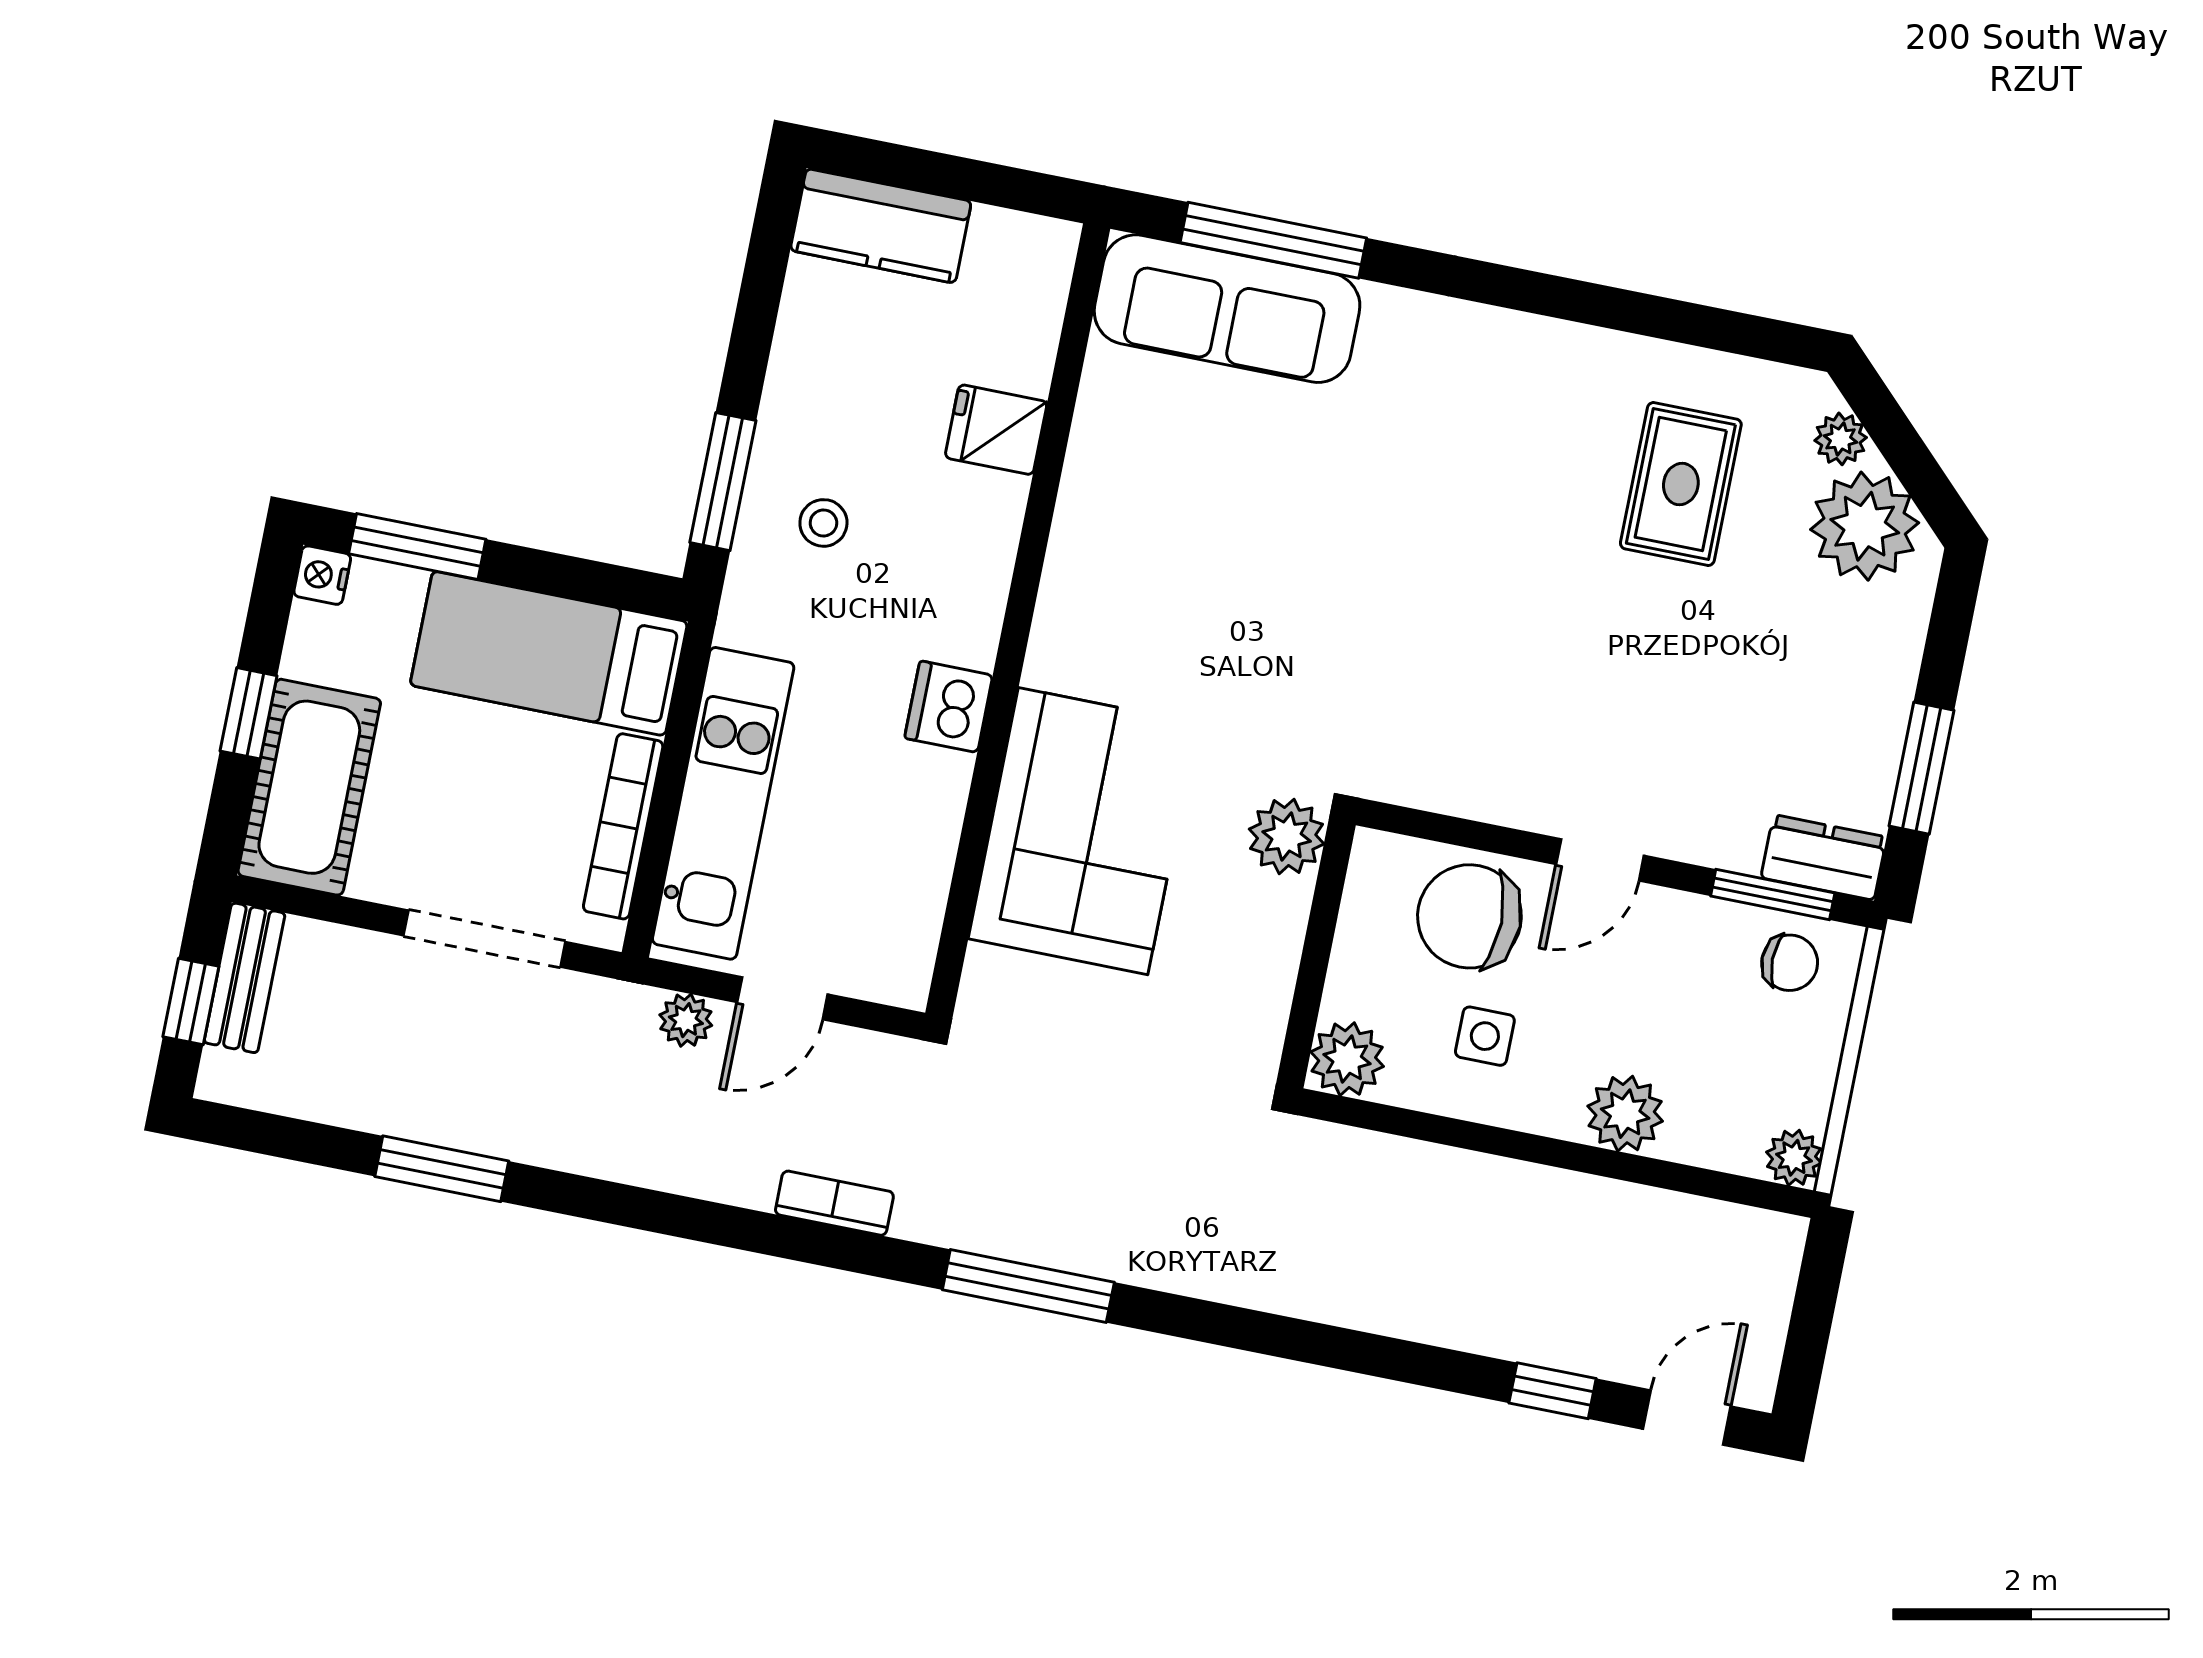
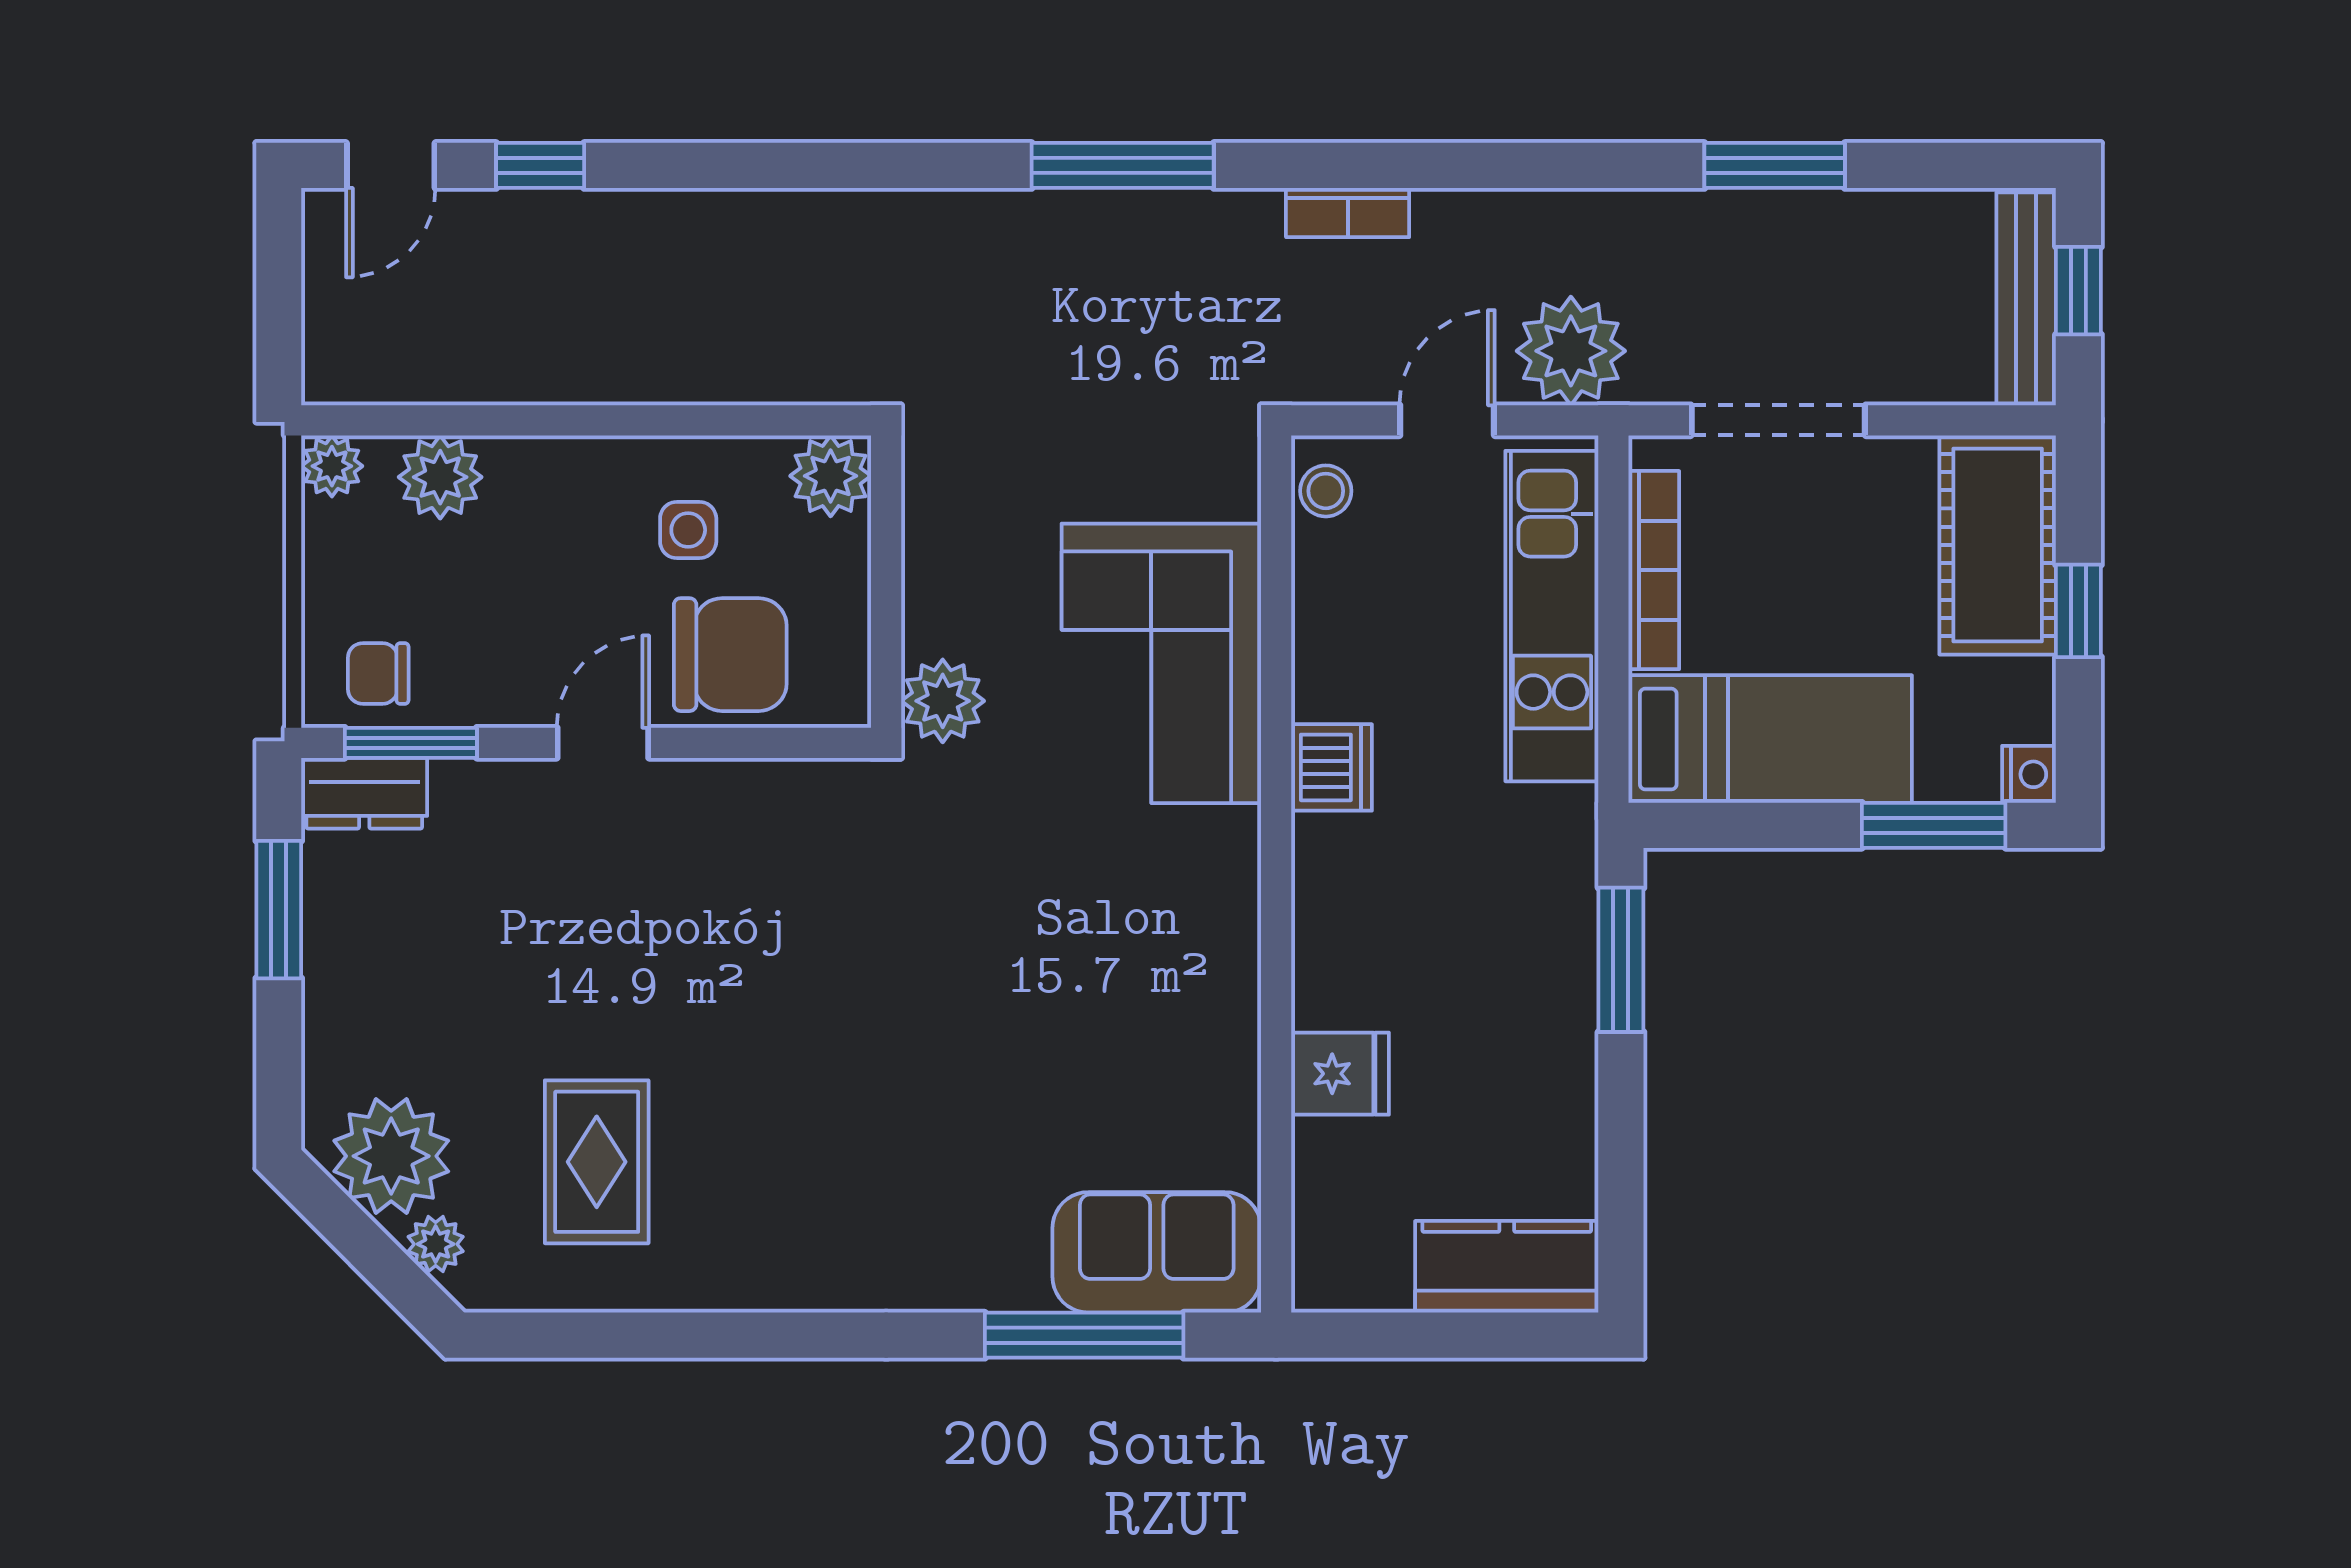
sofa: (1227, 309) -> (1157, 1252), width x0.73
stool: (823, 523) -> (1326, 491), moved
bench: (245, 978) -> (2026, 299), width x1.36
plant: (686, 1020) -> (1571, 351), width x1.88, depth x1.88
plant: (1625, 1114) -> (440, 477), moved

